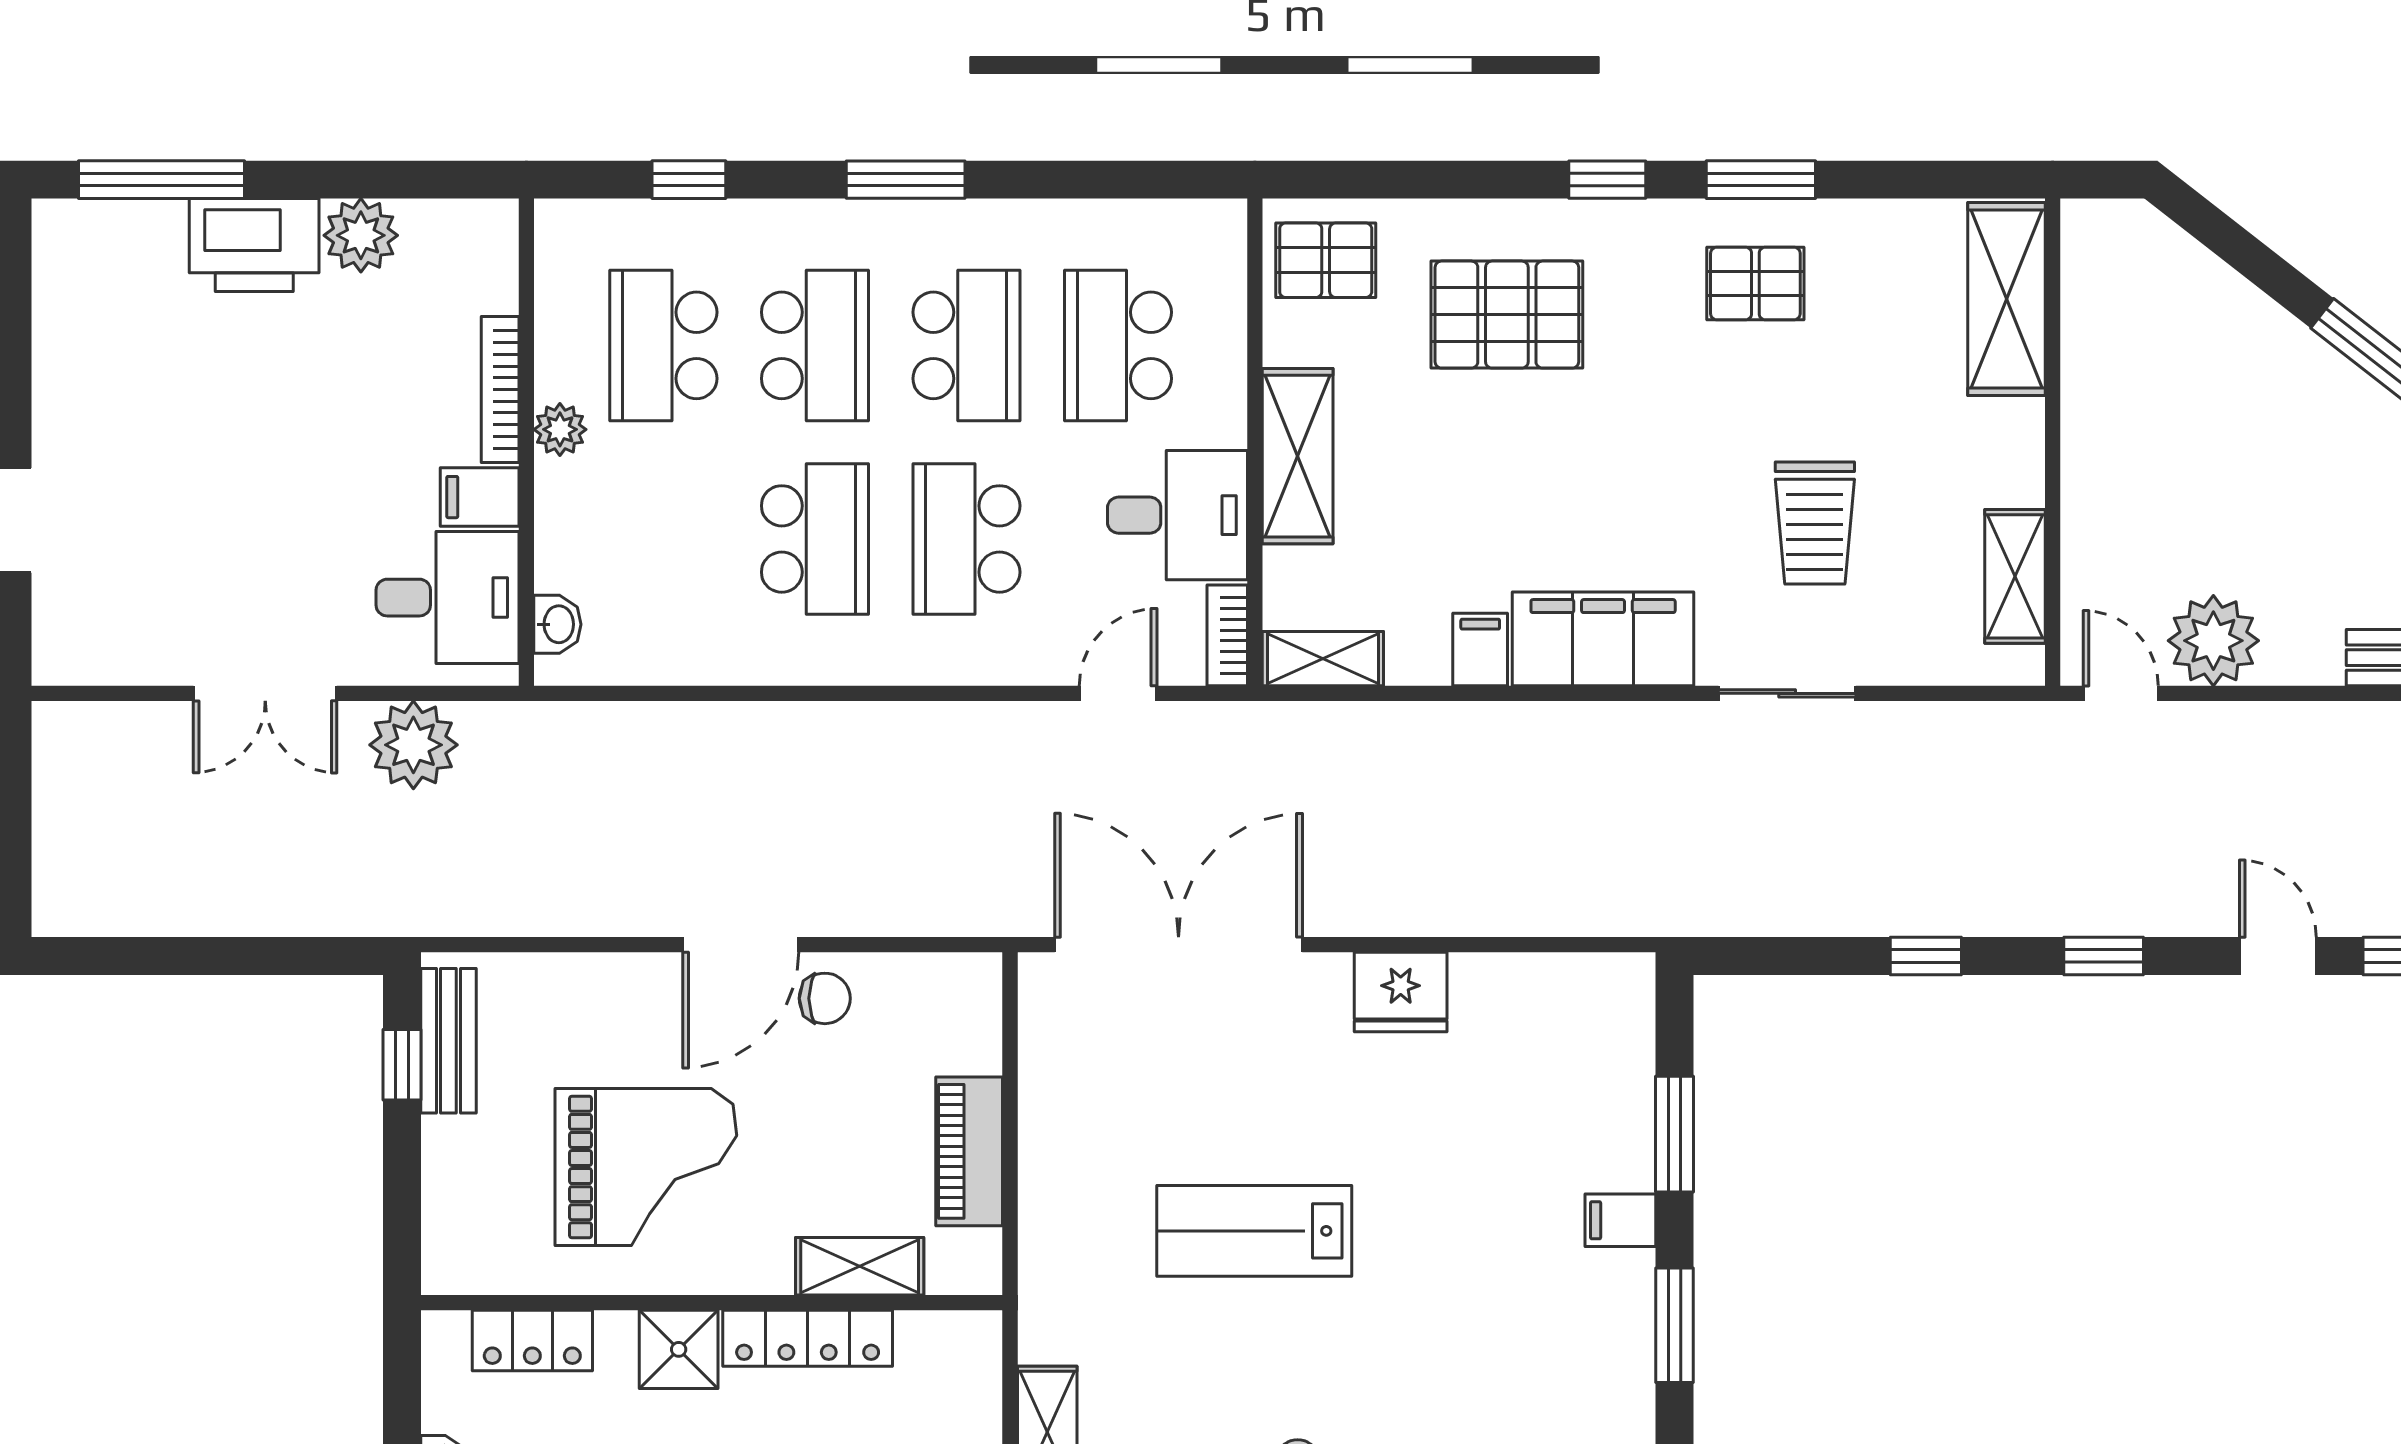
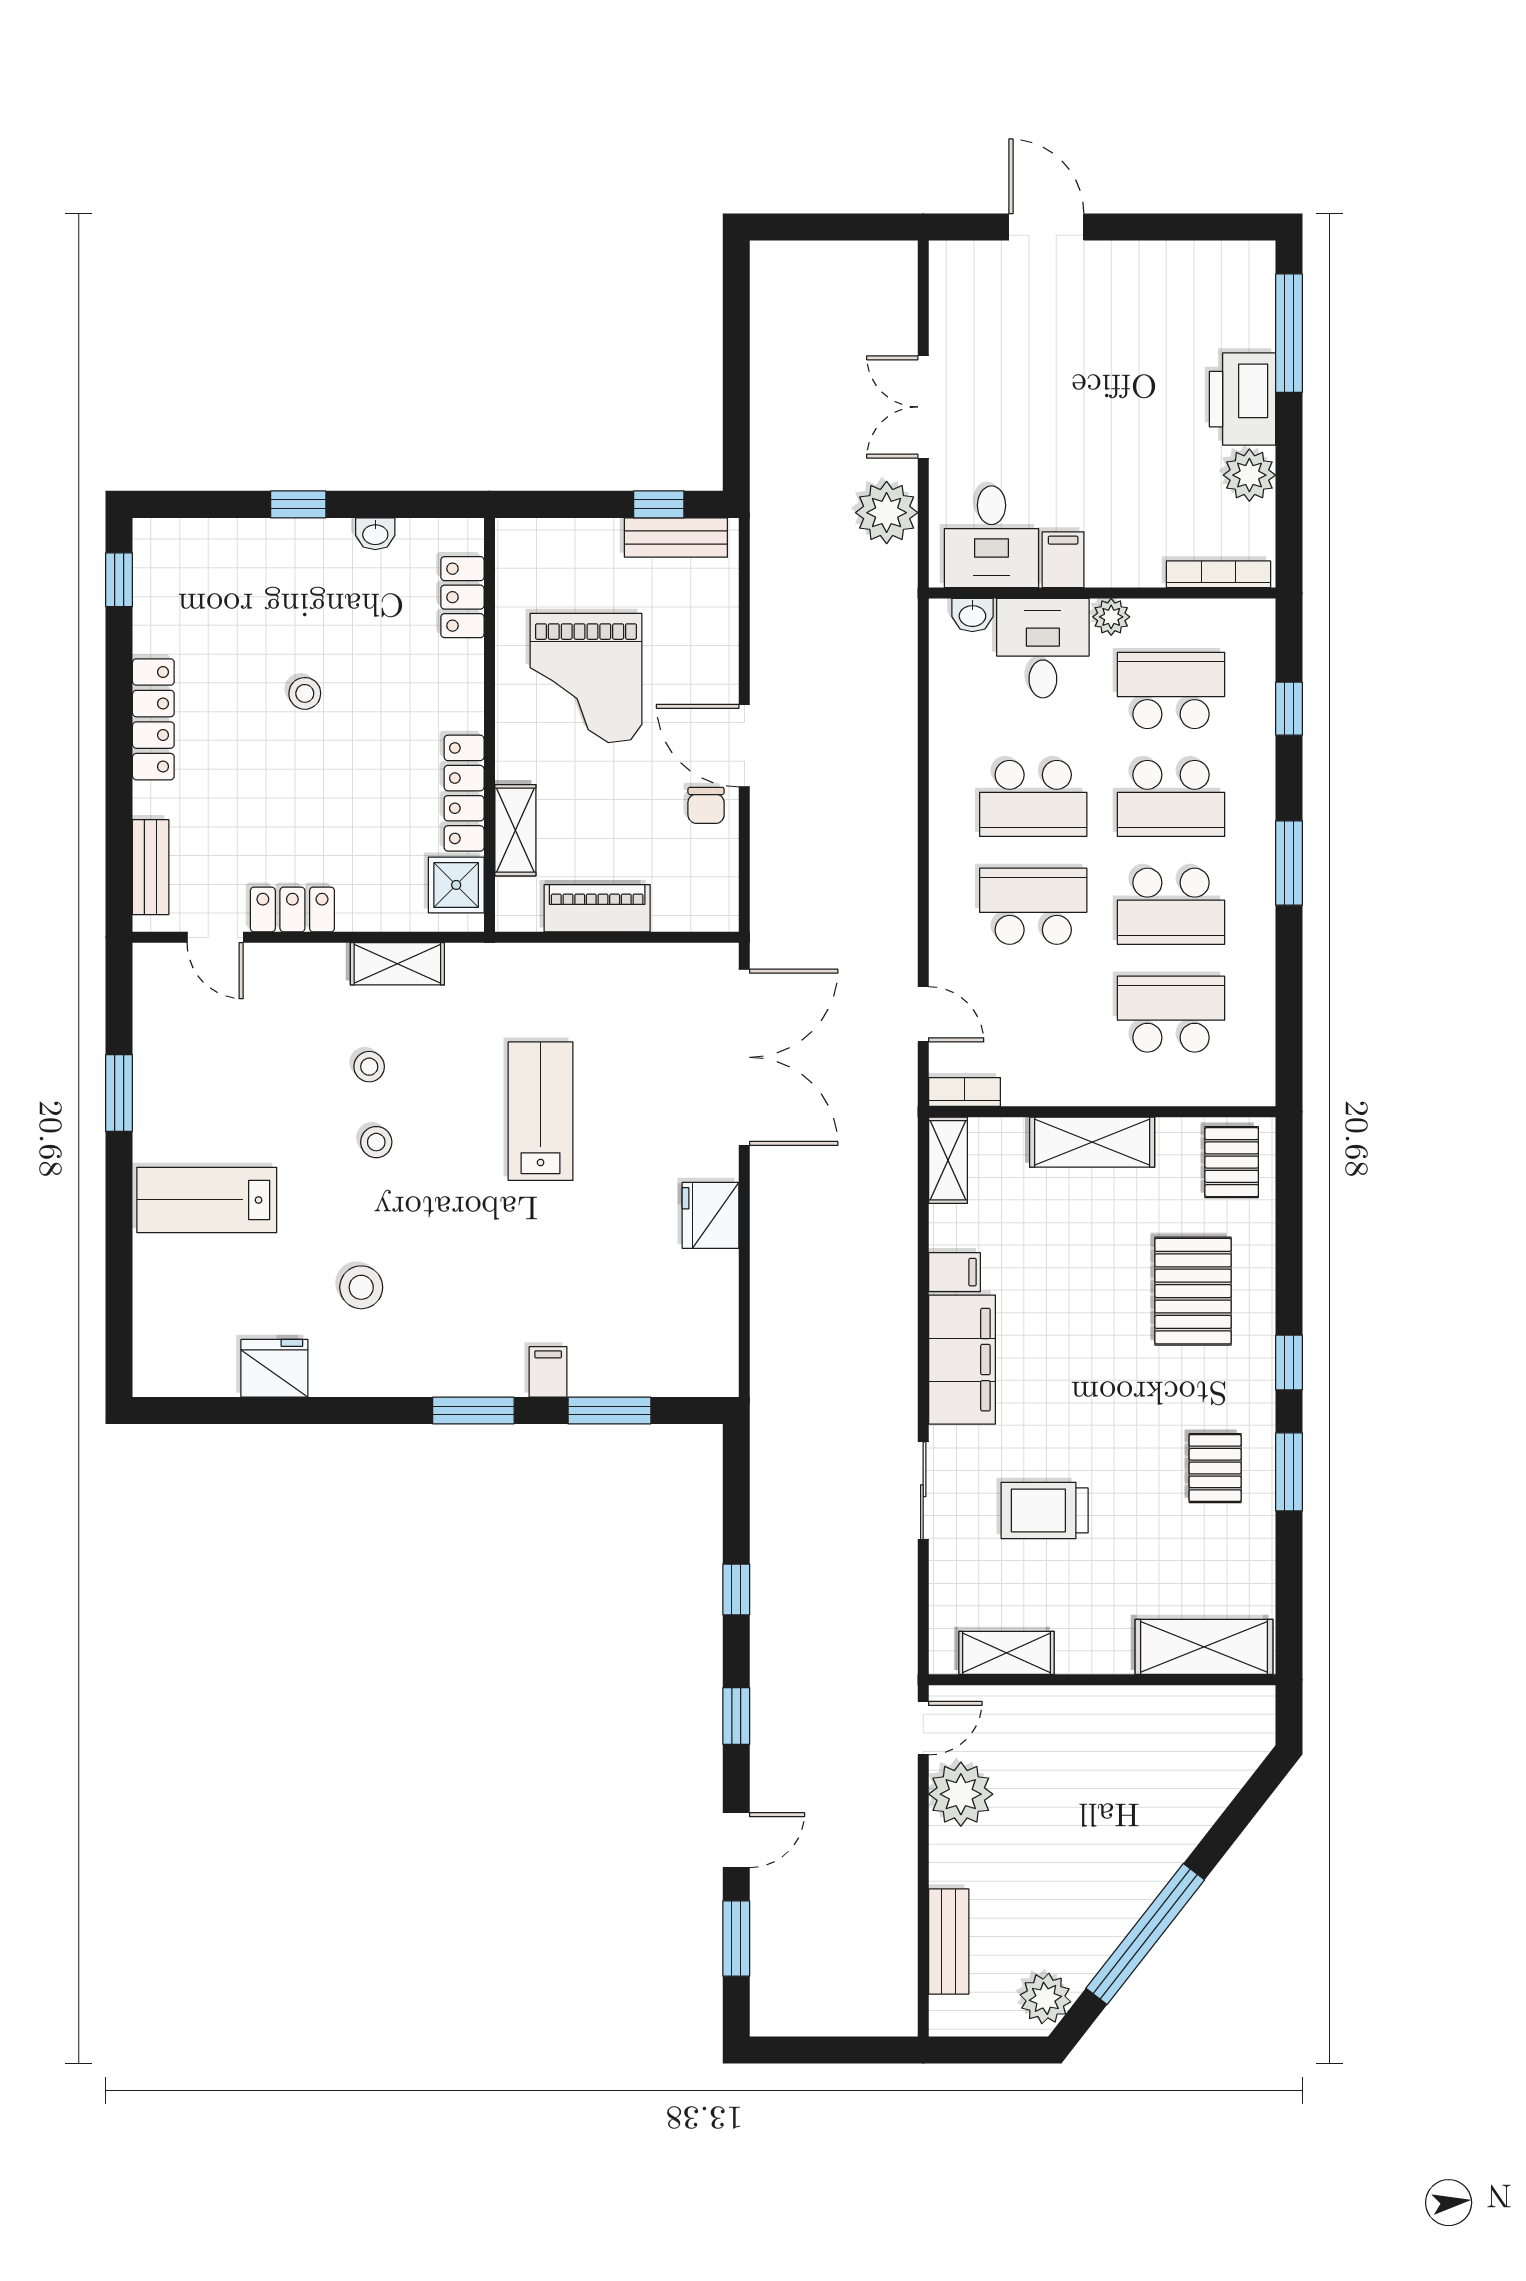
bookcase: (500, 389) -> (1218, 574), moved
desk: (1178, 515) -> (1043, 648), moved, turned 180
shower: (679, 1349) -> (456, 885), moved

